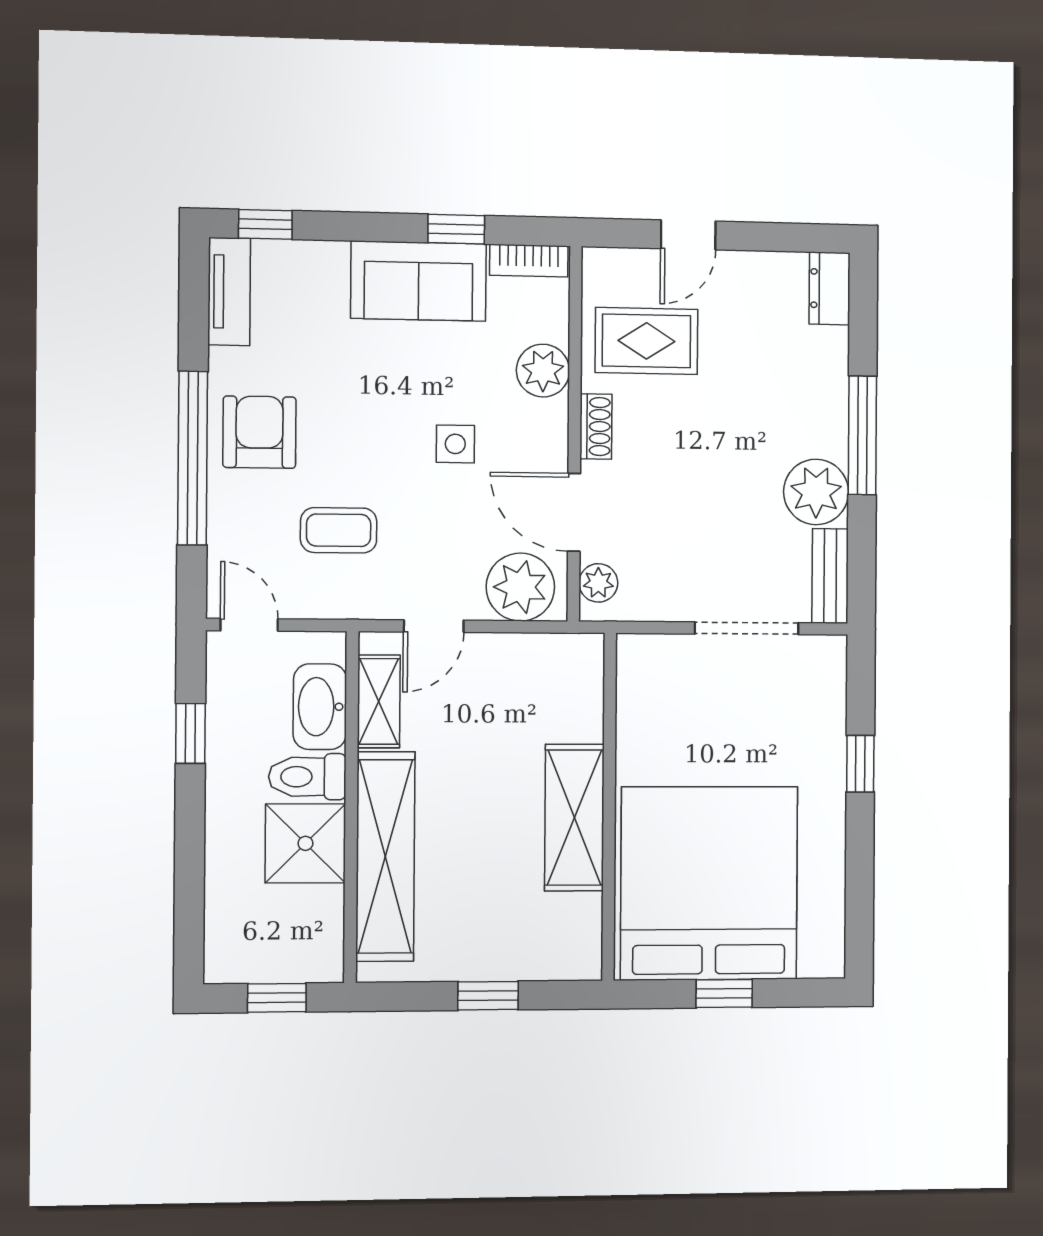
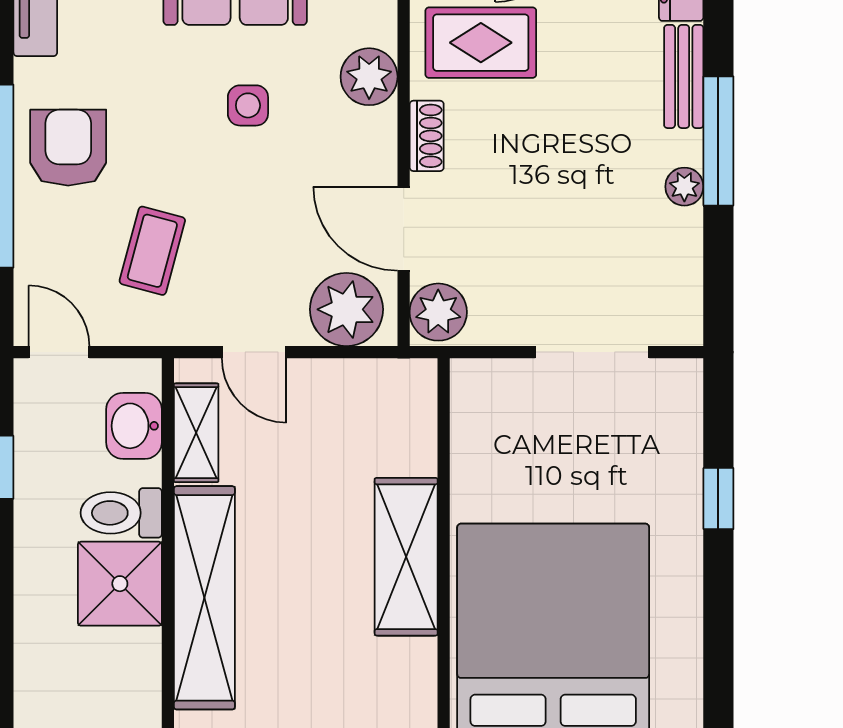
side table: (455, 444) -> (248, 105), moved
plant: (816, 492) -> (684, 187), width x0.53, depth x0.53
coffee table: (339, 530) -> (152, 251), turned -75
bench: (830, 576) -> (684, 76), moved
plant: (598, 583) -> (438, 312), width x1.38, depth x1.38
door: (434, 626) -> (254, 352), hinge flipped
washbasin: (320, 707) -> (134, 426), width x0.72

